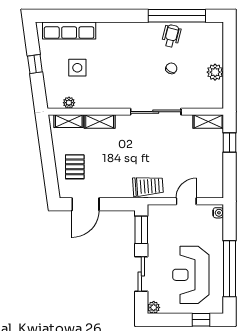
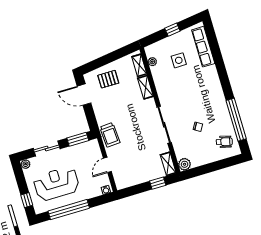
wheelchair: (171, 36) -> (224, 142), moved
plant: (215, 72) -> (185, 164), moved
door: (186, 201) -> (107, 165), swing flipped

